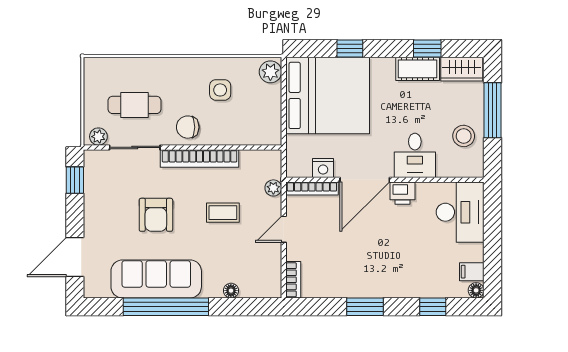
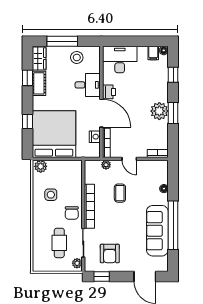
armchair: (156, 215) -> (110, 254), moved, turned 90
plant: (368, 283) -> (159, 111), added

